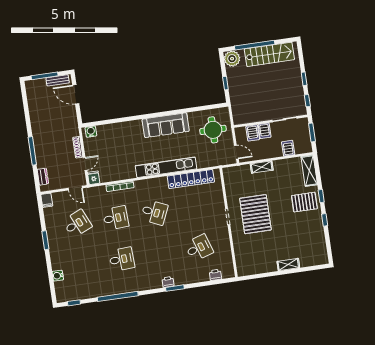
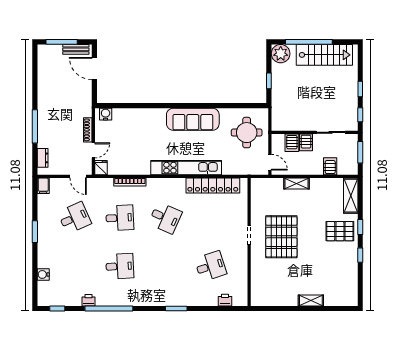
printer: (168, 282) -> (88, 300), moved

